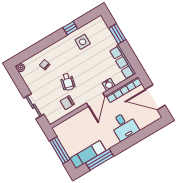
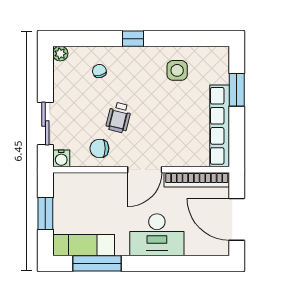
window: (70, 28) -> (133, 39), moved
row of seats: (123, 62) -> (220, 126), width x1.36
water cooler: (109, 85) -> (61, 158), moved
desk: (124, 126) -> (157, 235), width x1.37
window: (60, 150) -> (45, 214), width x0.69

